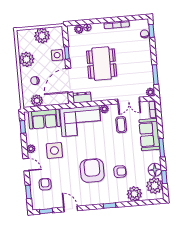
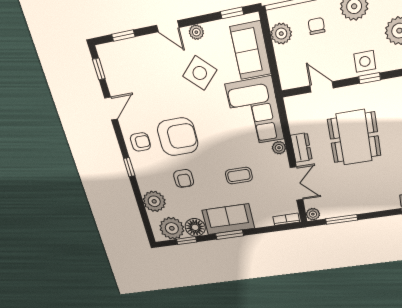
dining table: (102, 64) -> (354, 137), turned 90
door: (69, 80) -> (322, 87), width x0.53
dresser: (82, 97) -> (301, 148), moved
double door: (129, 101) -> (297, 184), swing flipped
coffee table: (121, 125) -> (239, 176), moved
sofa: (149, 134) -> (228, 219), moved
side table: (54, 150) -> (200, 73), turned 45
door: (26, 165) -> (168, 26), hinge flipped
armchair: (45, 184) -> (140, 142), moved

